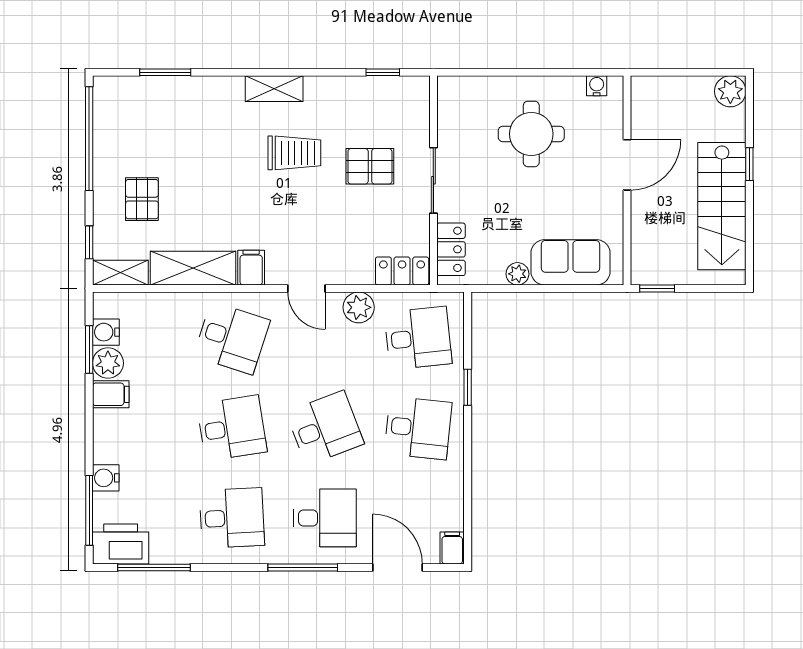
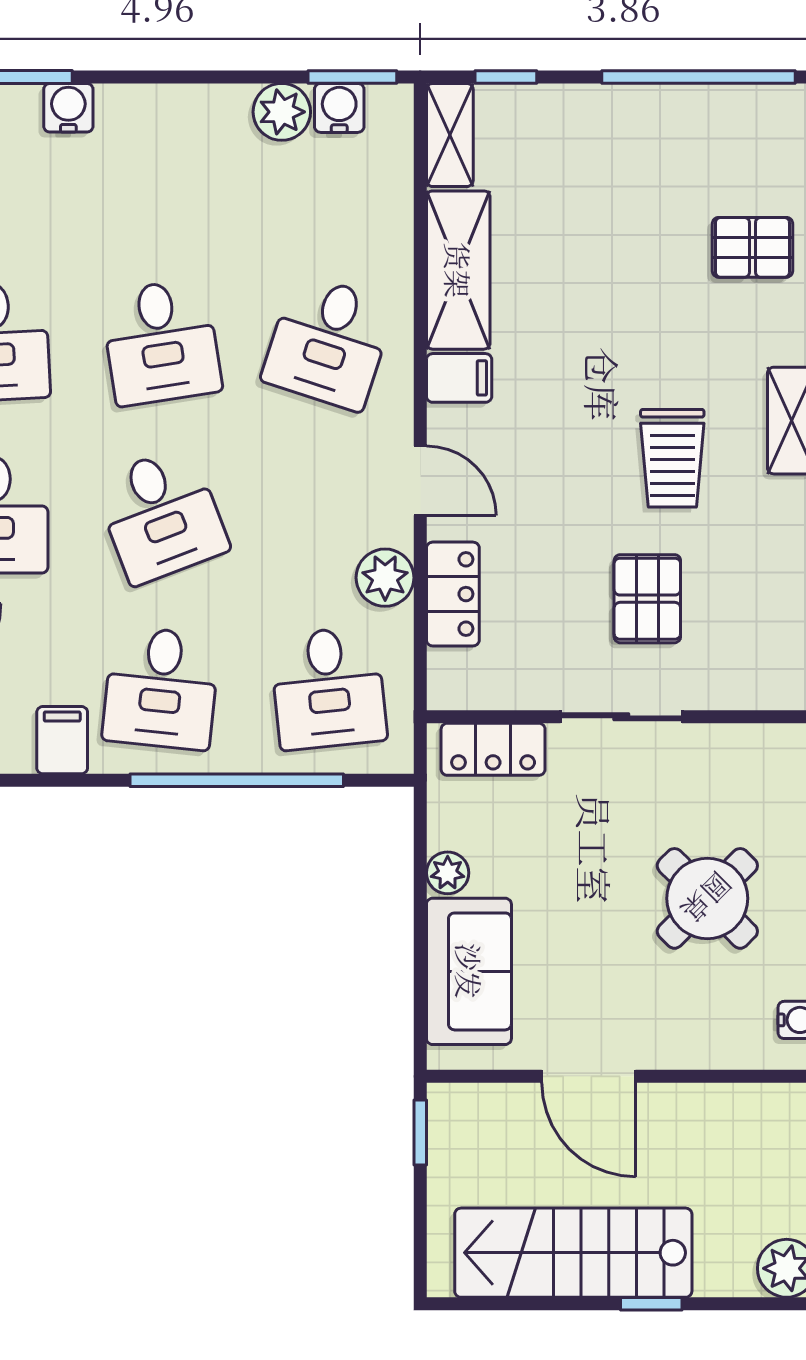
round table: (531, 134) -> (707, 898), turned 45
door: (627, 165) -> (589, 1076), moved
pallet: (142, 199) -> (752, 247), moved
locker: (402, 271) -> (453, 594), moved
door: (306, 289) -> (420, 481), swing flipped
window: (89, 350) -> (352, 77), moved
window: (468, 387) -> (237, 780), width x3.17
filing cabinet: (111, 394) -> (62, 740), moved, turned 180

